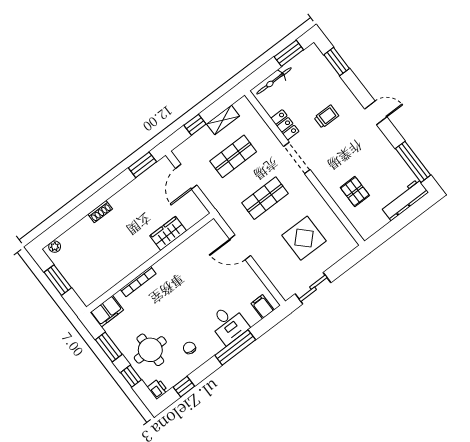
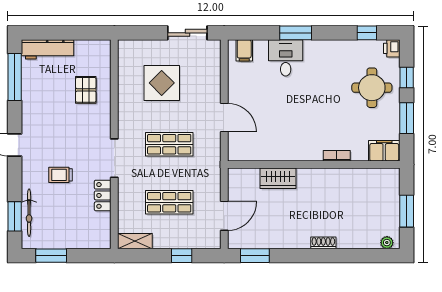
bicycle: (274, 81) -> (29, 213), moved, turned 90
shelving: (223, 120) -> (135, 241), moved
bookcase: (138, 282) -> (337, 156), width x0.64
chair: (190, 348) -> (336, 63), removed
window: (235, 348) -> (296, 33), width x0.69

